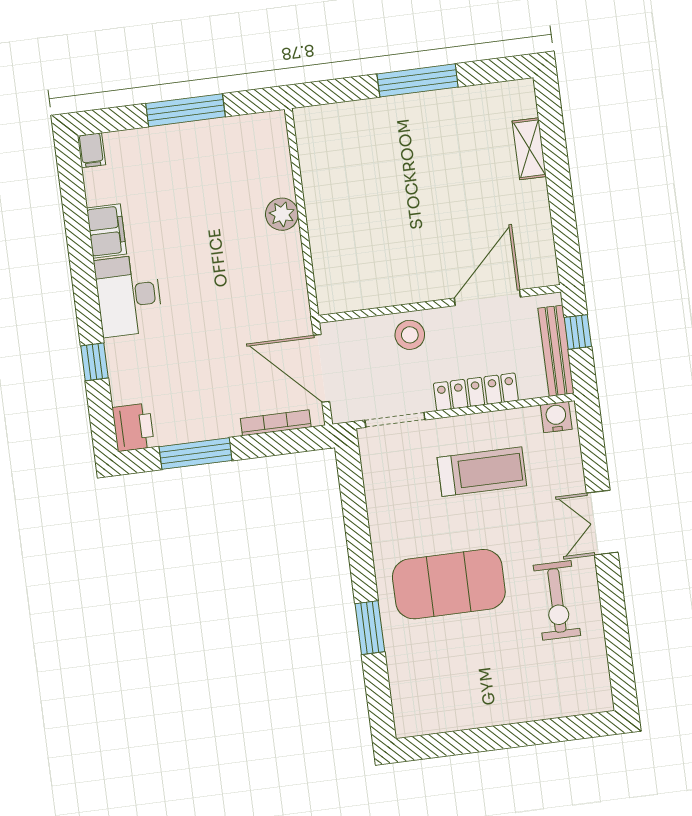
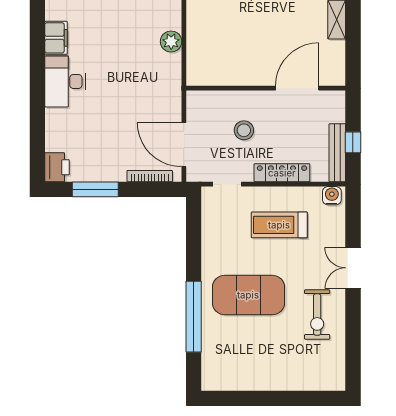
door: (487, 298) -> (297, 88), moved
wall: (440, 304) -> (266, 88), moved
window: (95, 362) -> (37, 122), removed
doorway: (395, 420) -> (227, 184), width x0.73
treadmill: (482, 472) -> (279, 225), turned 180
window: (370, 628) -> (194, 317), width x2.11

